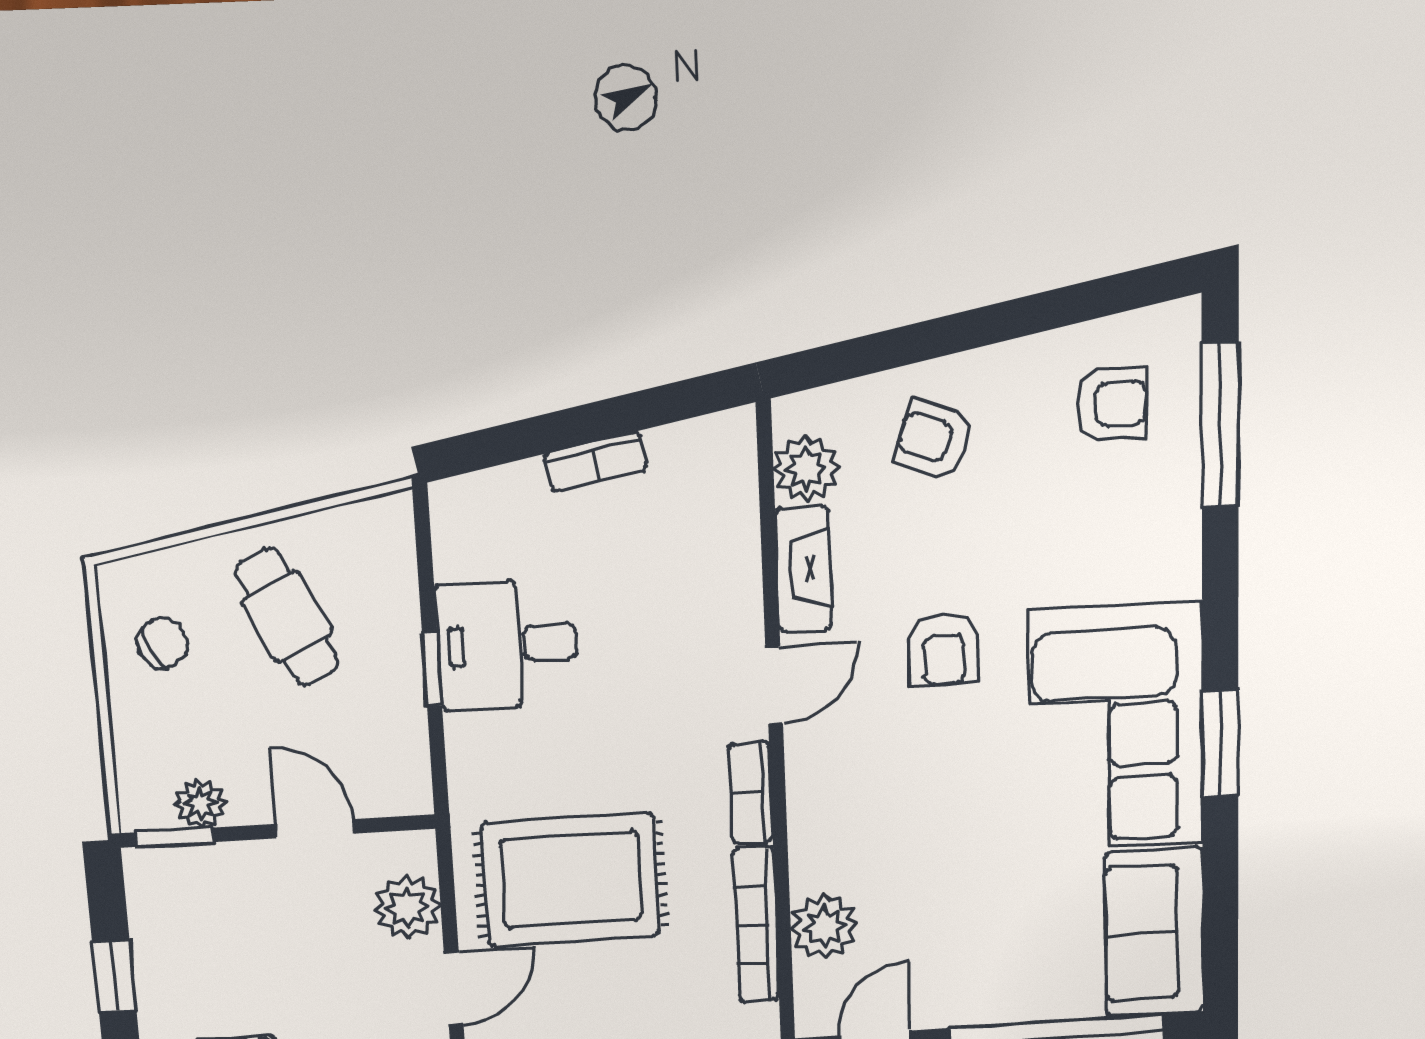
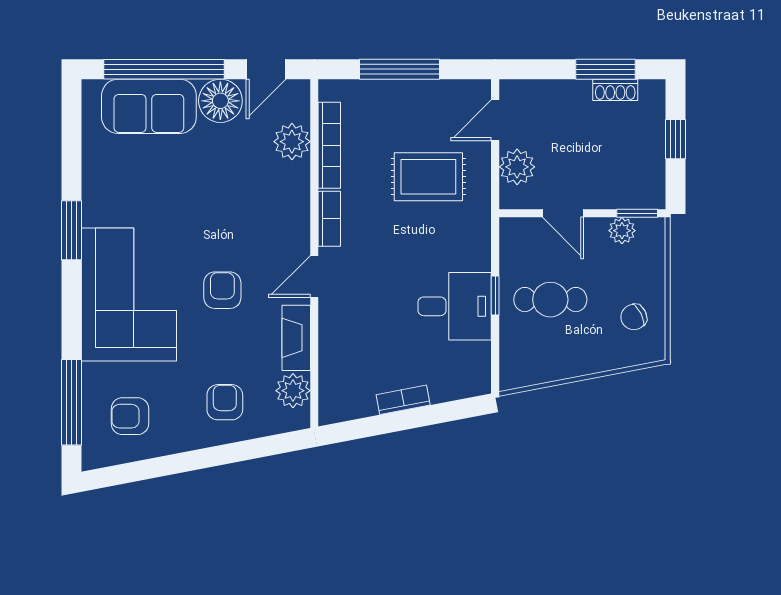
armchair: (934, 440) -> (225, 402), turned -110
cafe table: (287, 617) -> (550, 300), moved, turned -65
corner sofa: (1116, 727) -> (129, 294), moved
rug: (571, 880) -> (428, 177), width x0.73, depth x0.70
sofa: (1154, 932) -> (149, 106), moved, turned 90
floor lamp: (955, 990) -> (220, 101), added

